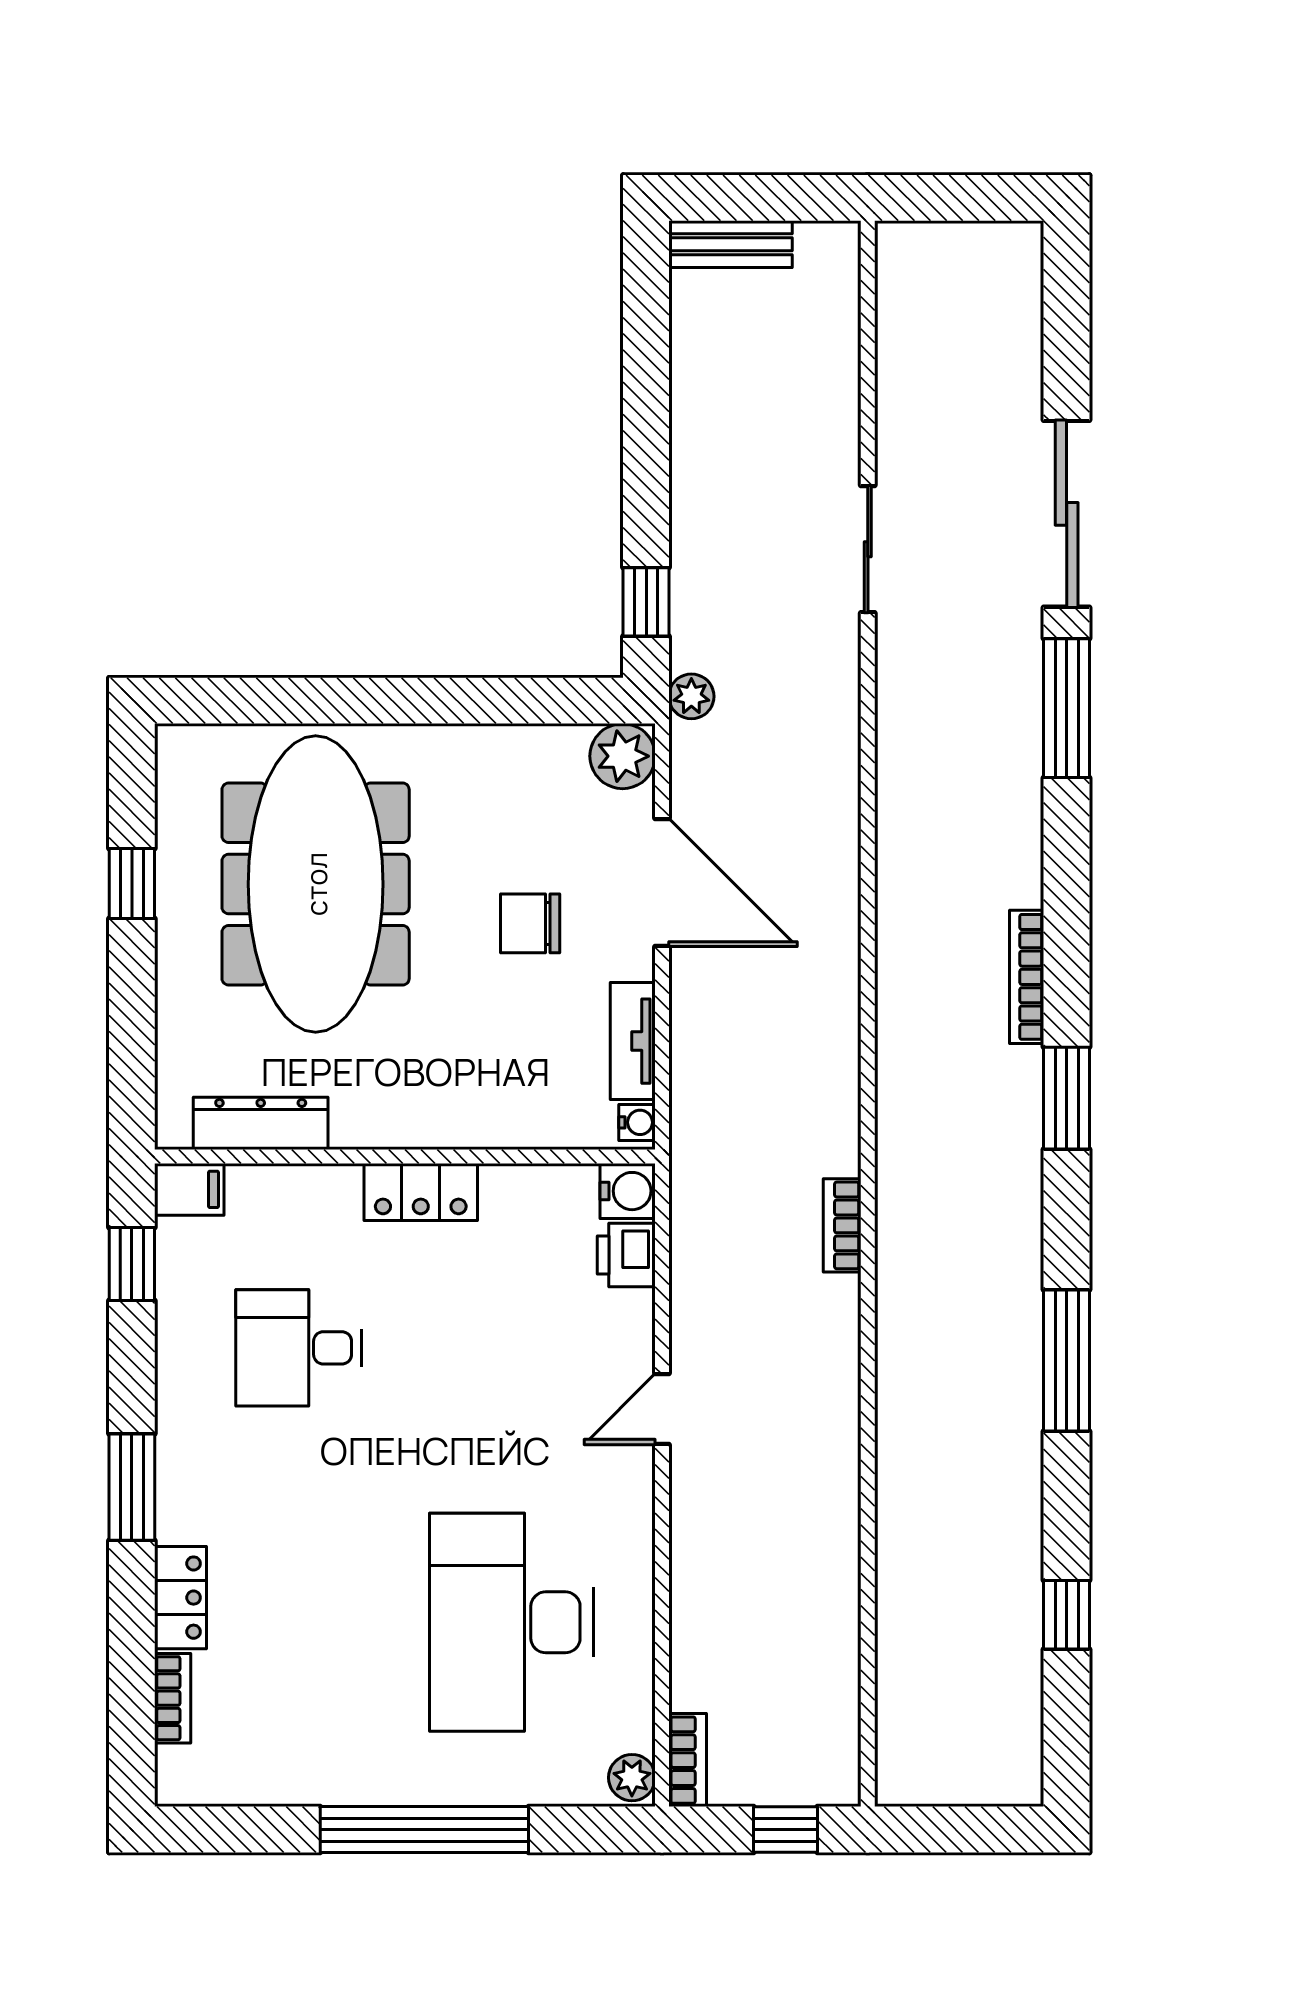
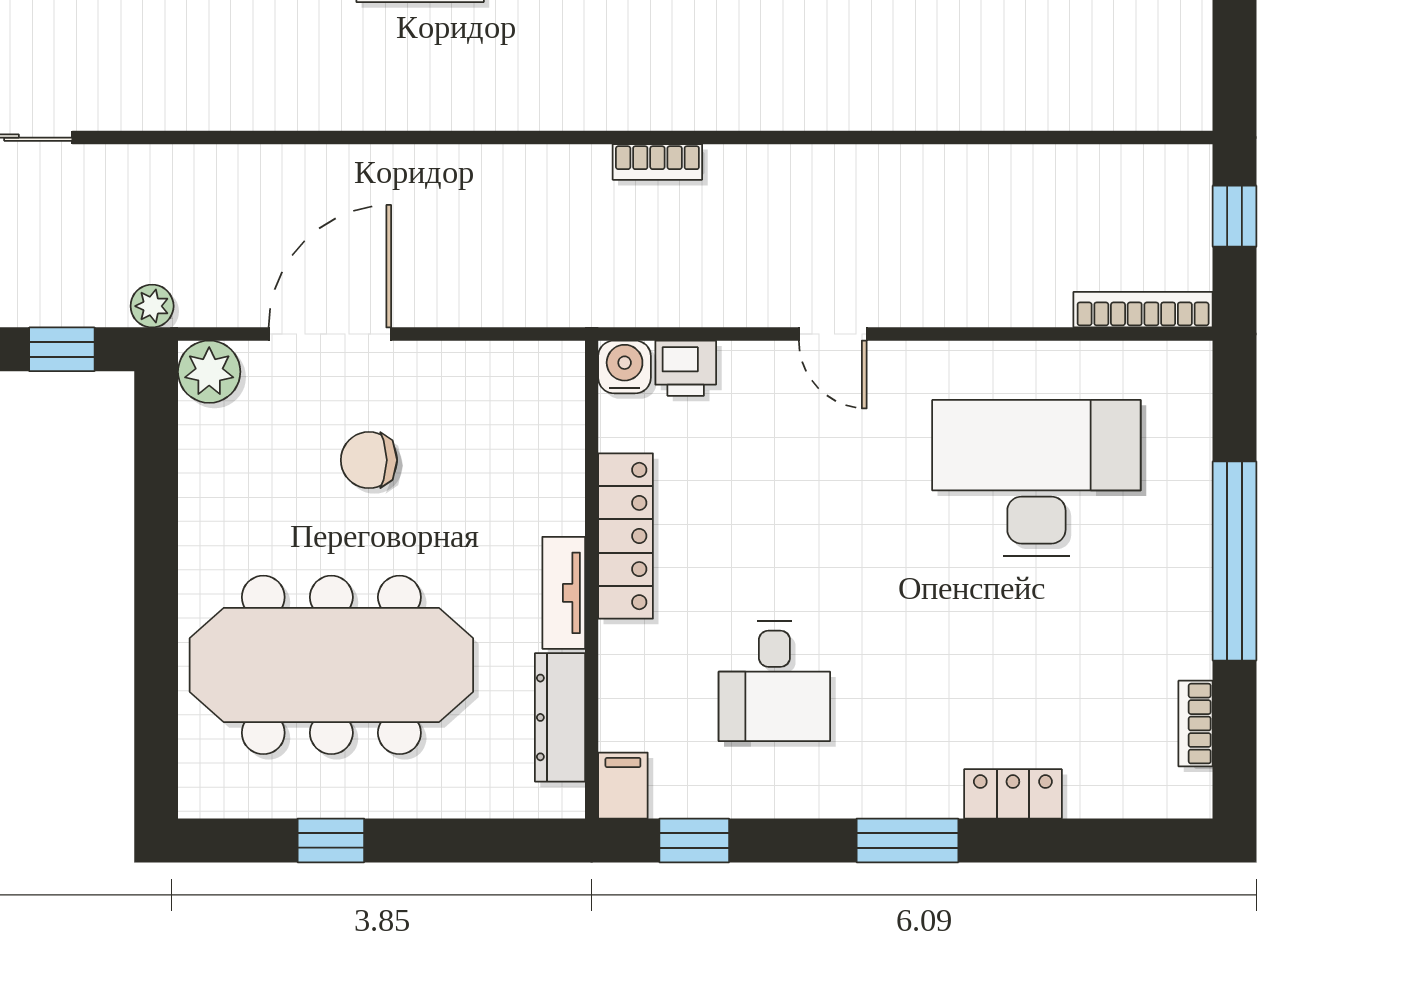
chair: (530, 923) -> (369, 460), turned 90
tv unit: (633, 1041) -> (564, 593), moved, turned 90
water cooler: (637, 1122) -> (559, 358), removed
locker: (421, 1192) -> (626, 536), width x1.53
desk: (511, 1622) -> (1036, 478), turned 180
bookcase: (173, 1698) -> (1196, 724), moved, turned -90
bookcase: (688, 1760) -> (1143, 310), width x1.56
plant: (632, 1778) -> (1185, 363), removed

